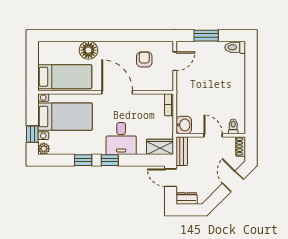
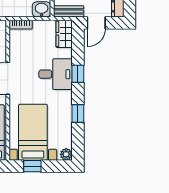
window: (32, 134) -> (32, 166), moved
window: (110, 160) -> (78, 74), moved

